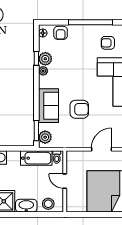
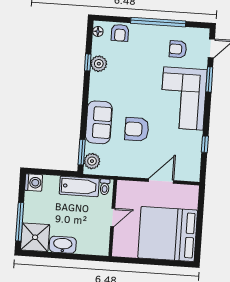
plant: (43, 71) -> (95, 78), removed
armchair: (79, 109) -> (137, 129), turned 180
door: (65, 181) -> (113, 217), swing flipped
stool: (48, 204) -> (90, 244), removed

